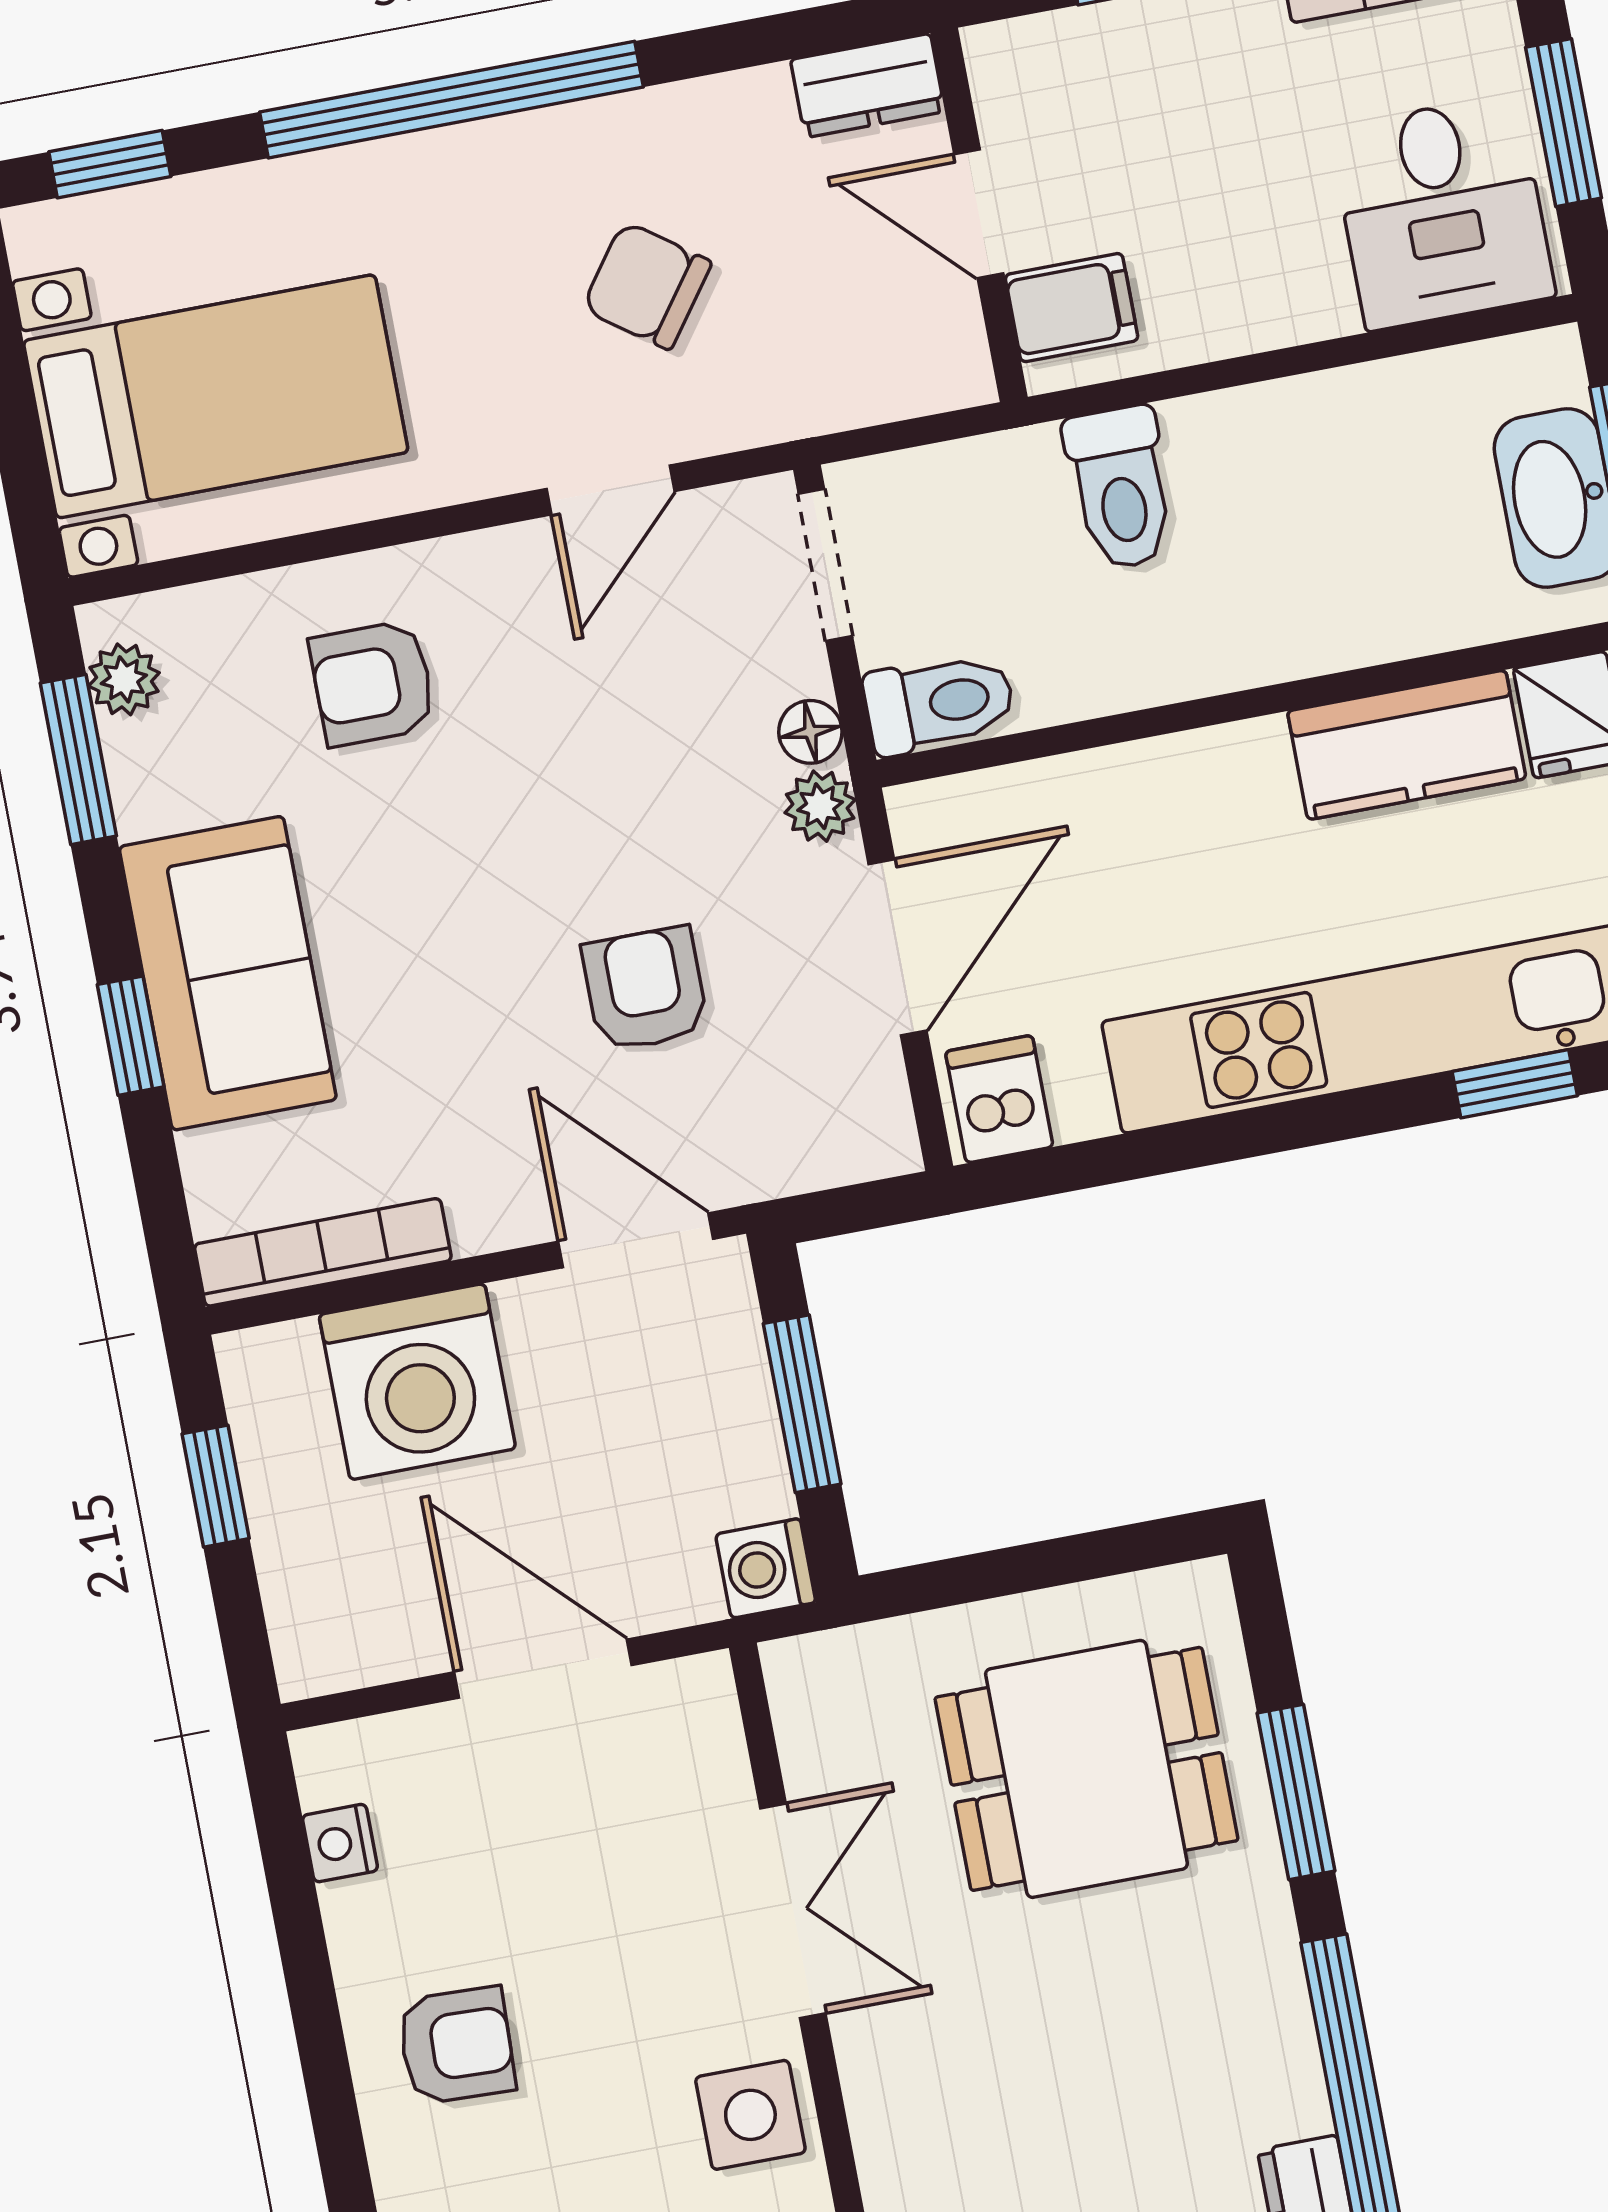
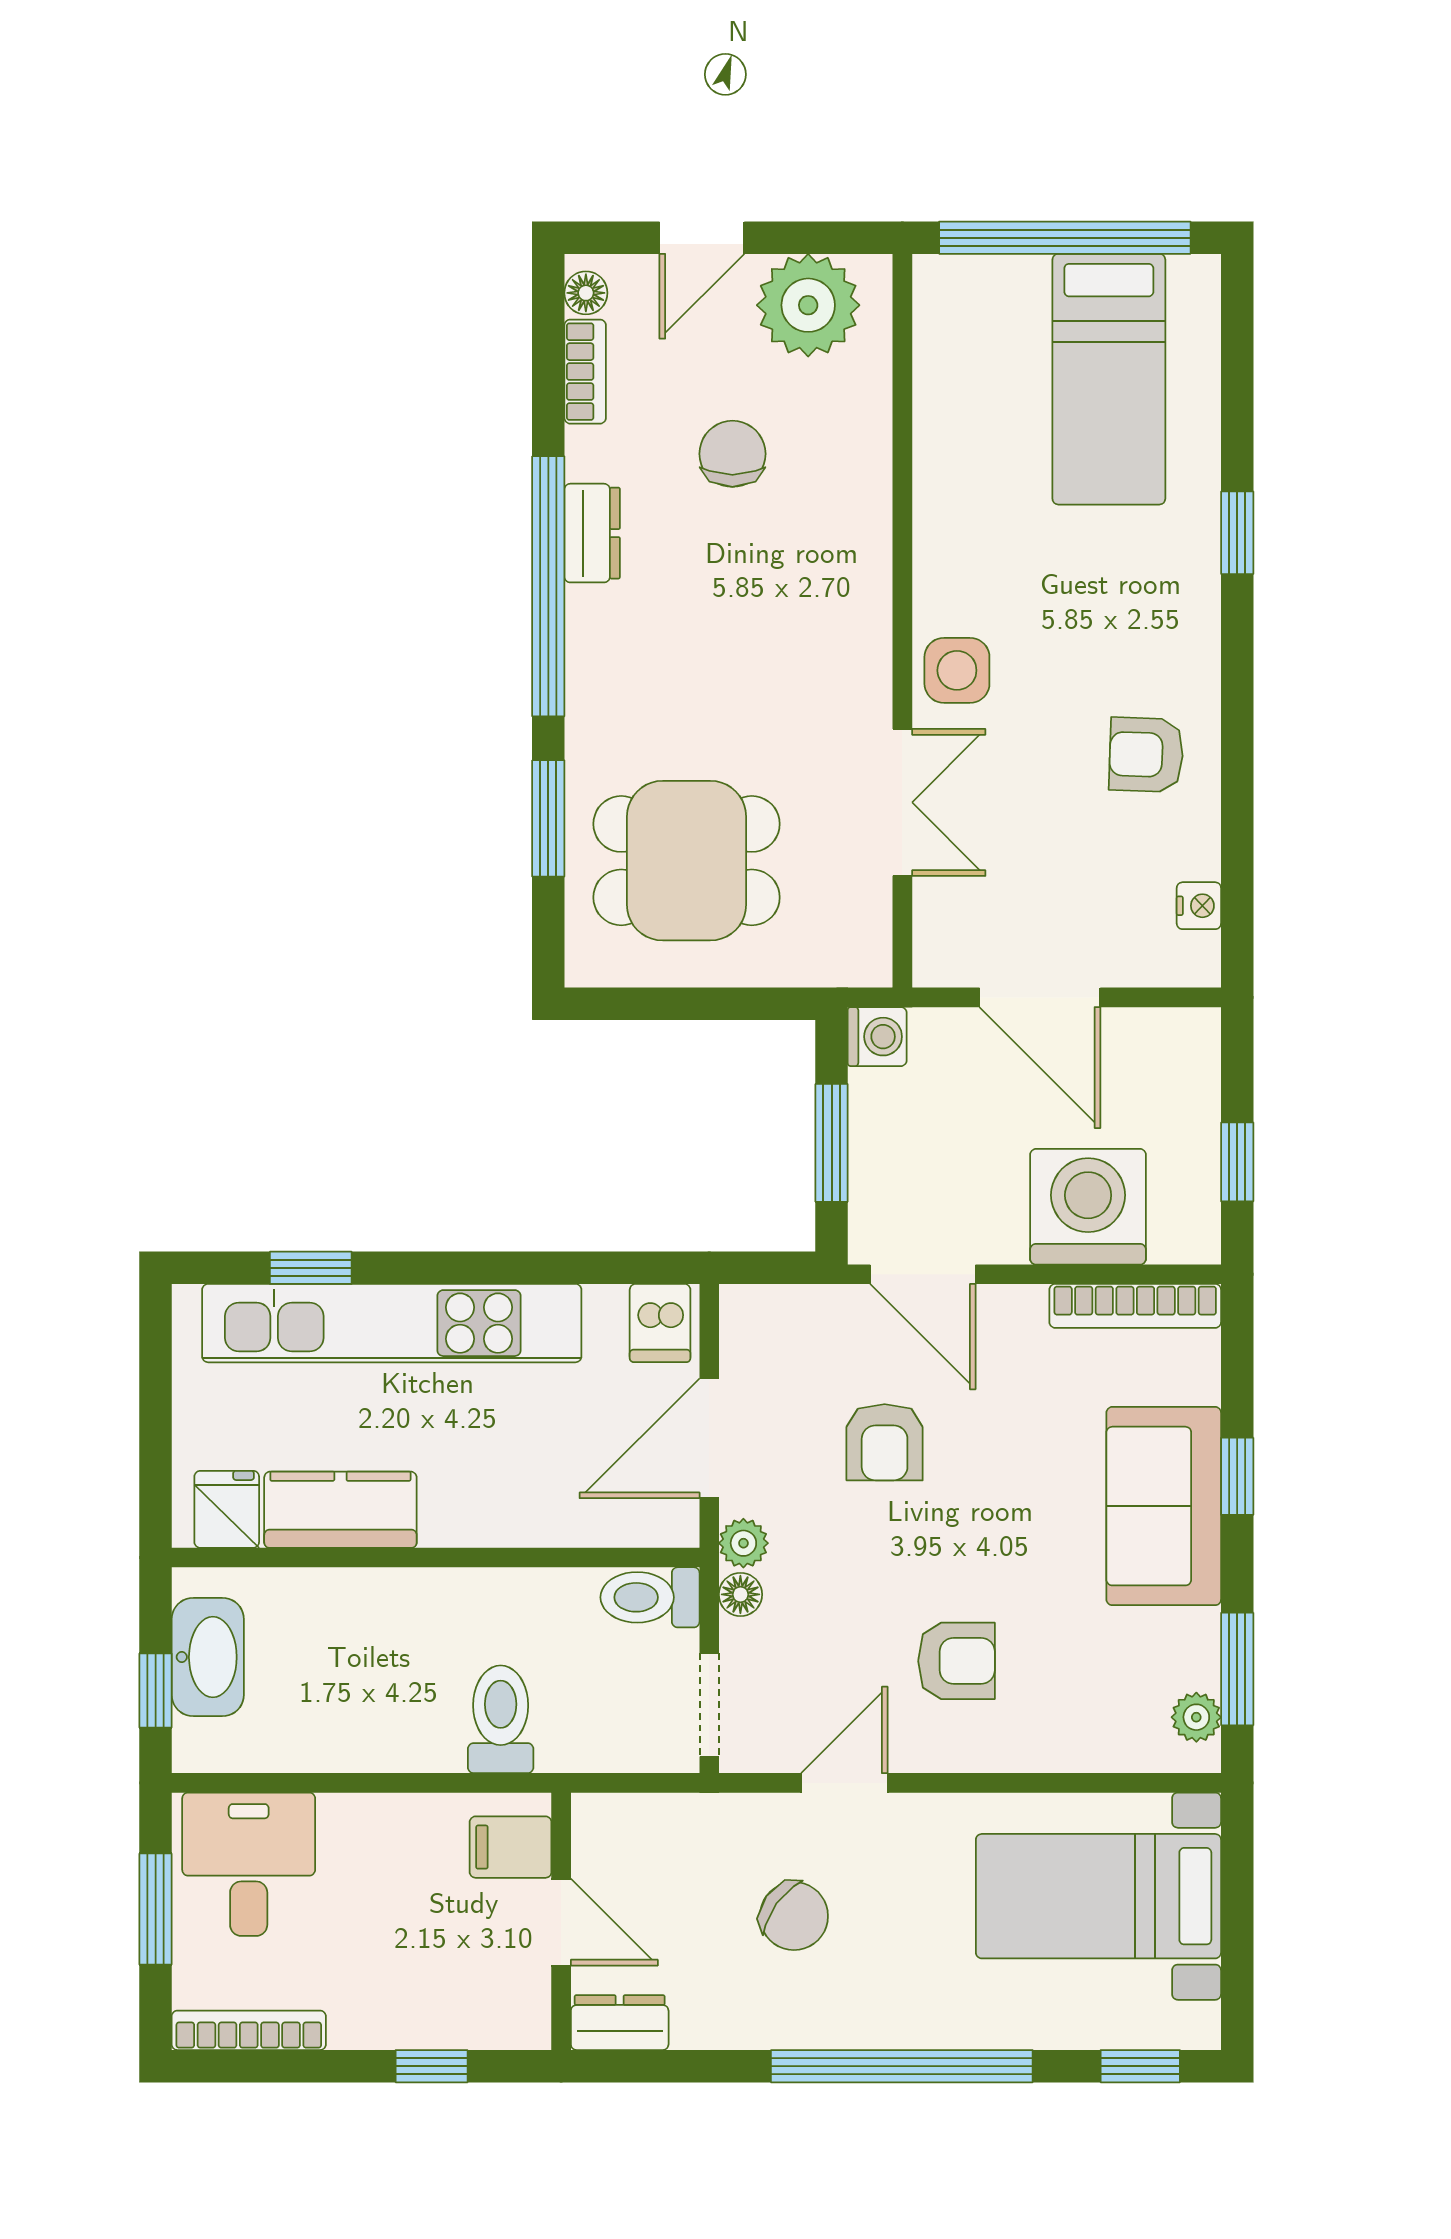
armchair: (373, 683) -> (956, 1661), moved
double door: (793, 1911) -> (902, 802), swing flipped

